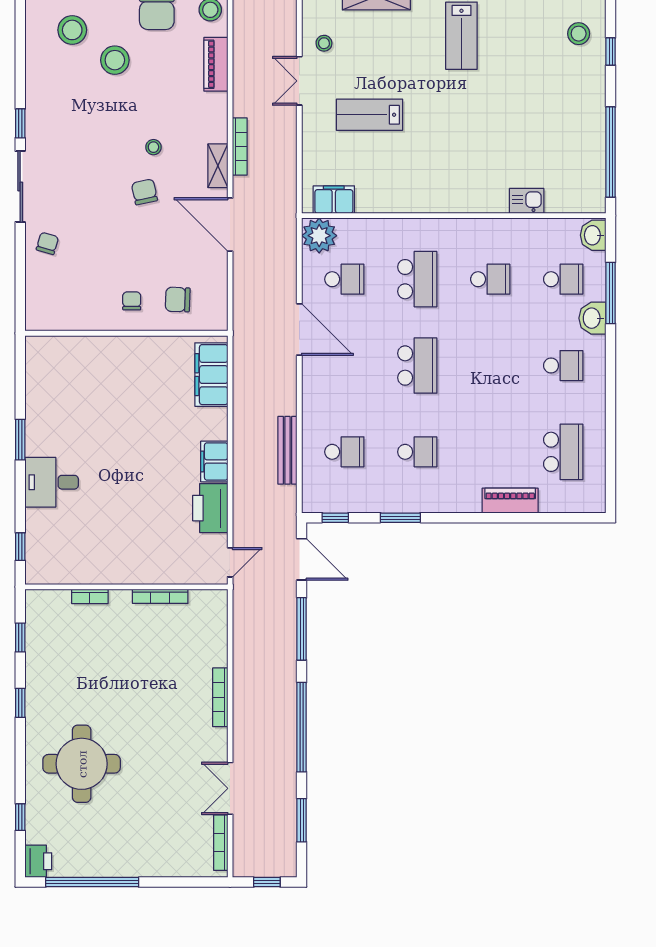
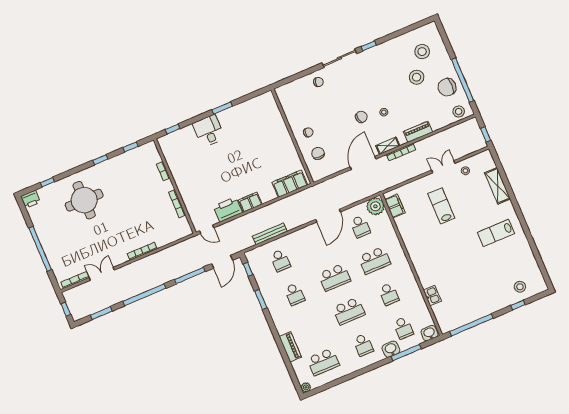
piano: (216, 64) -> (418, 132), moved
school desk: (490, 366) -> (349, 311), added
plant: (596, 504) -> (306, 387), added
window: (92, 882) -> (40, 249), moved

